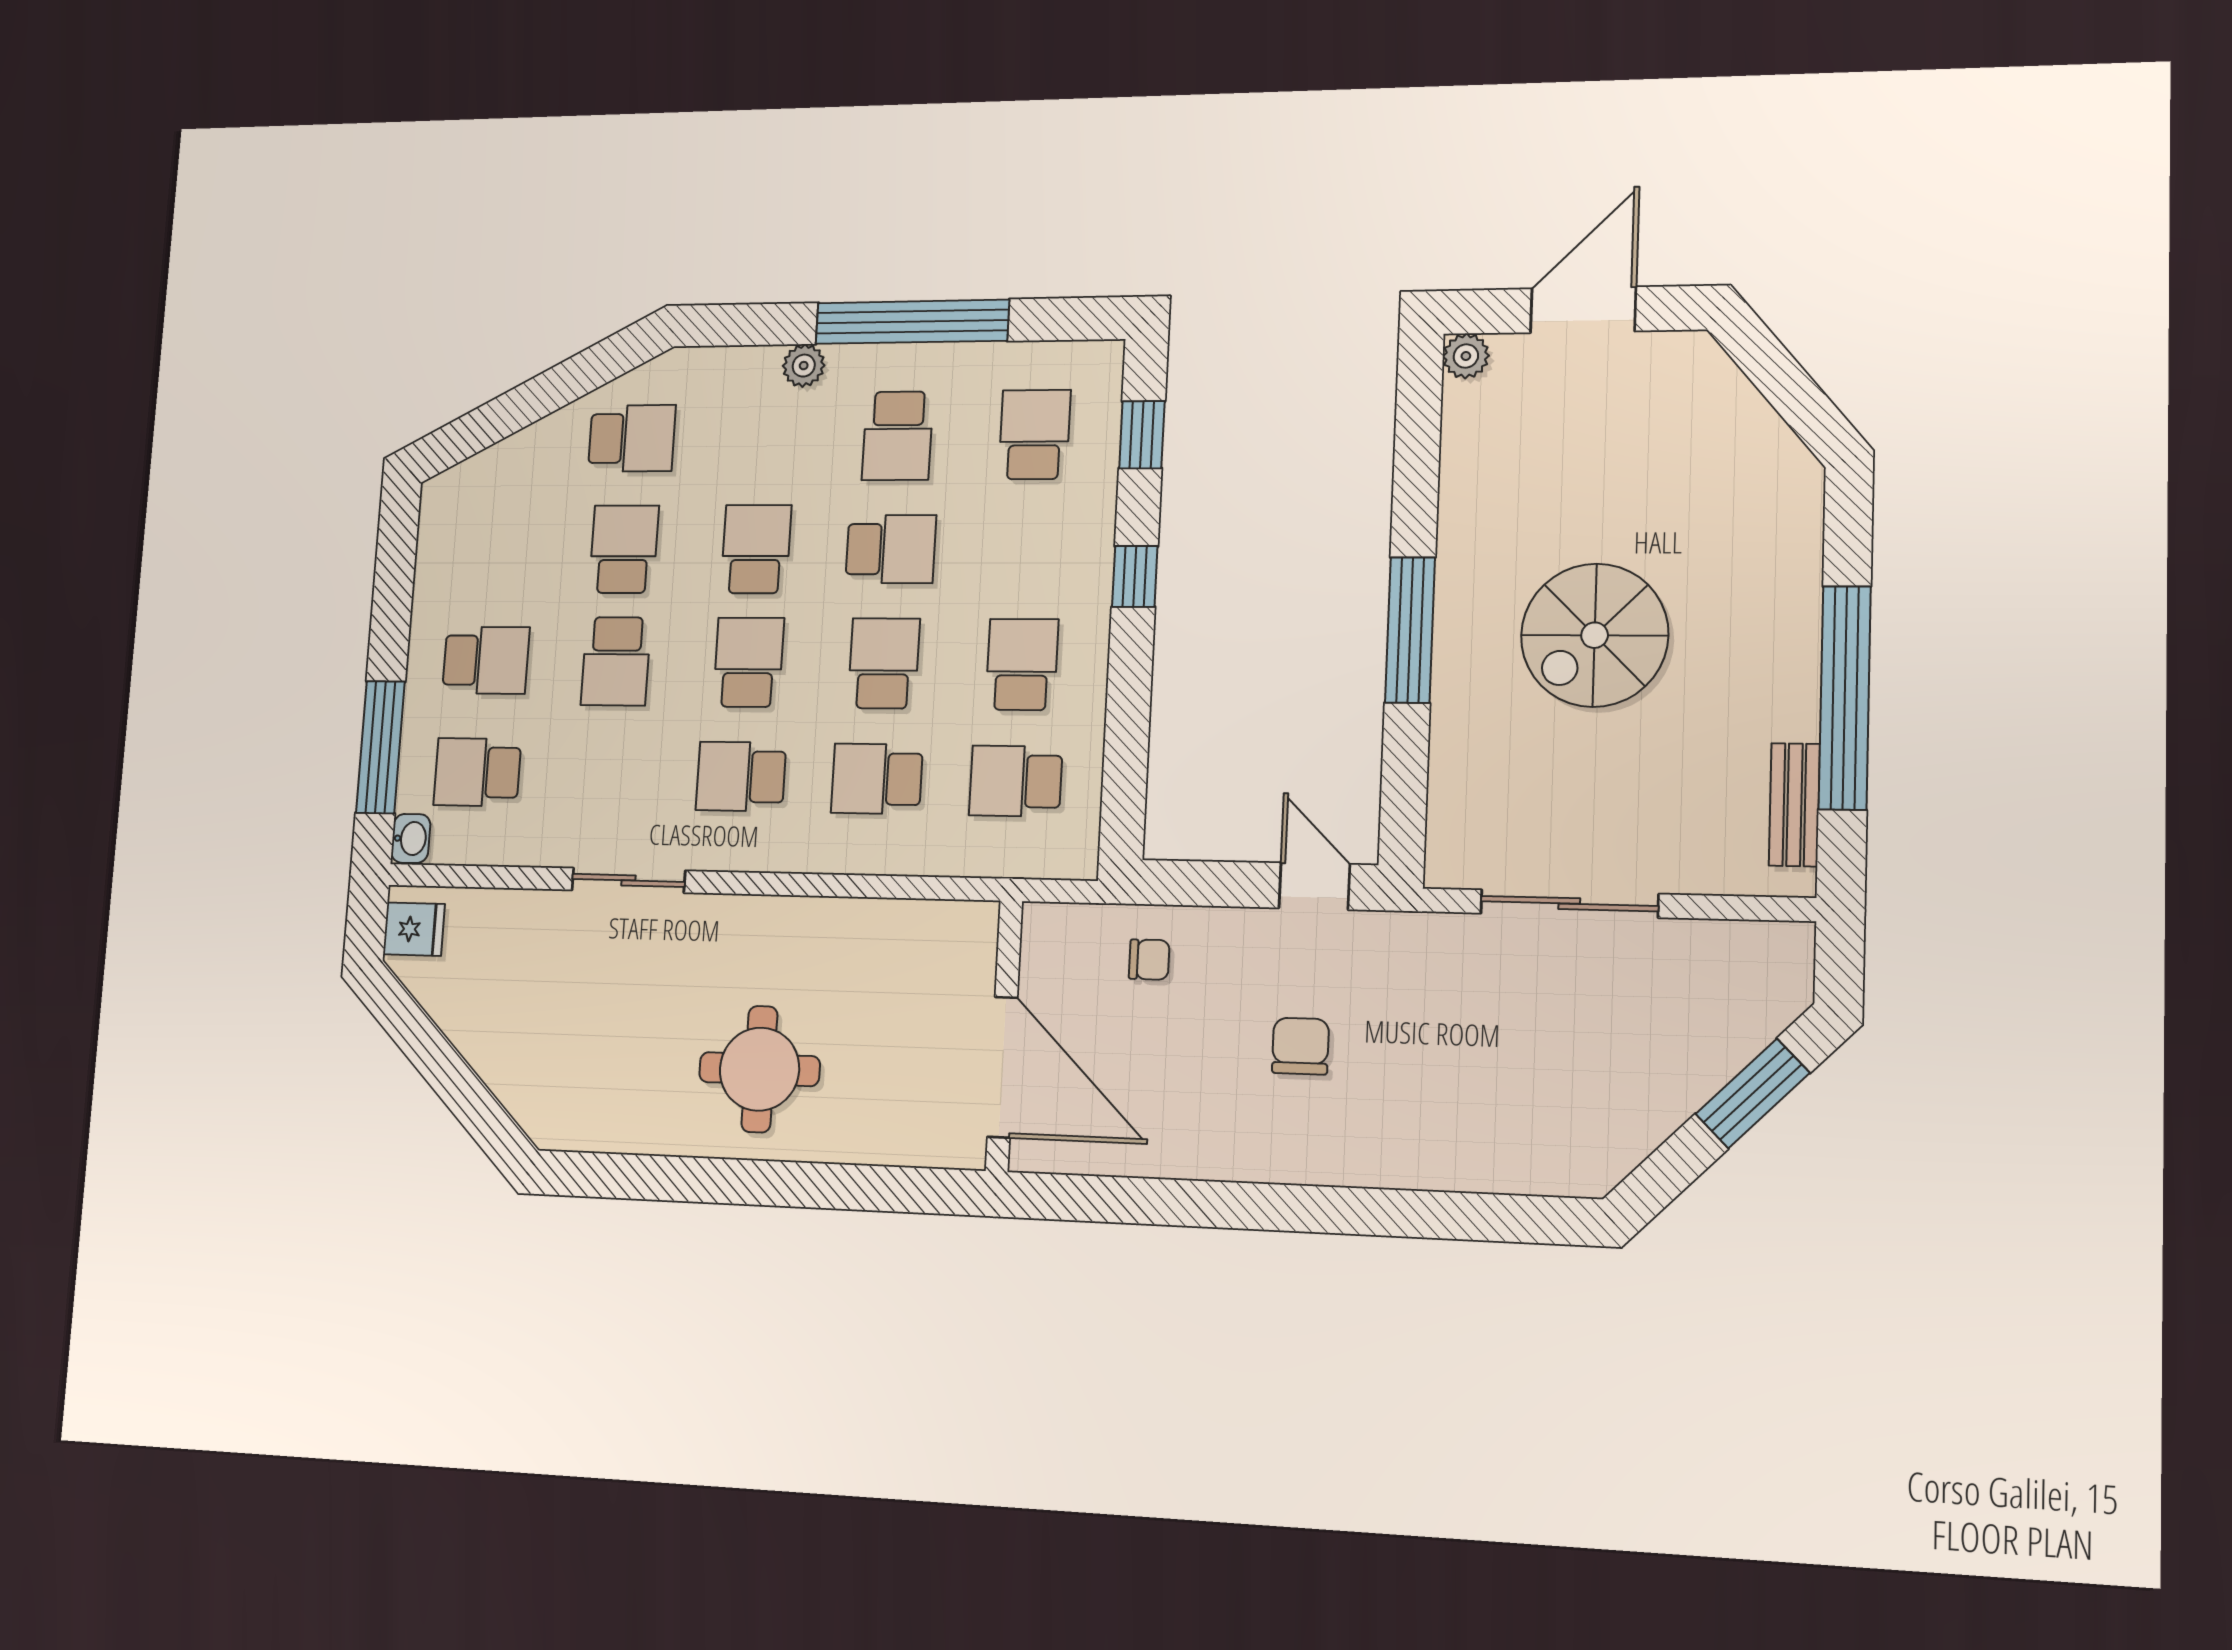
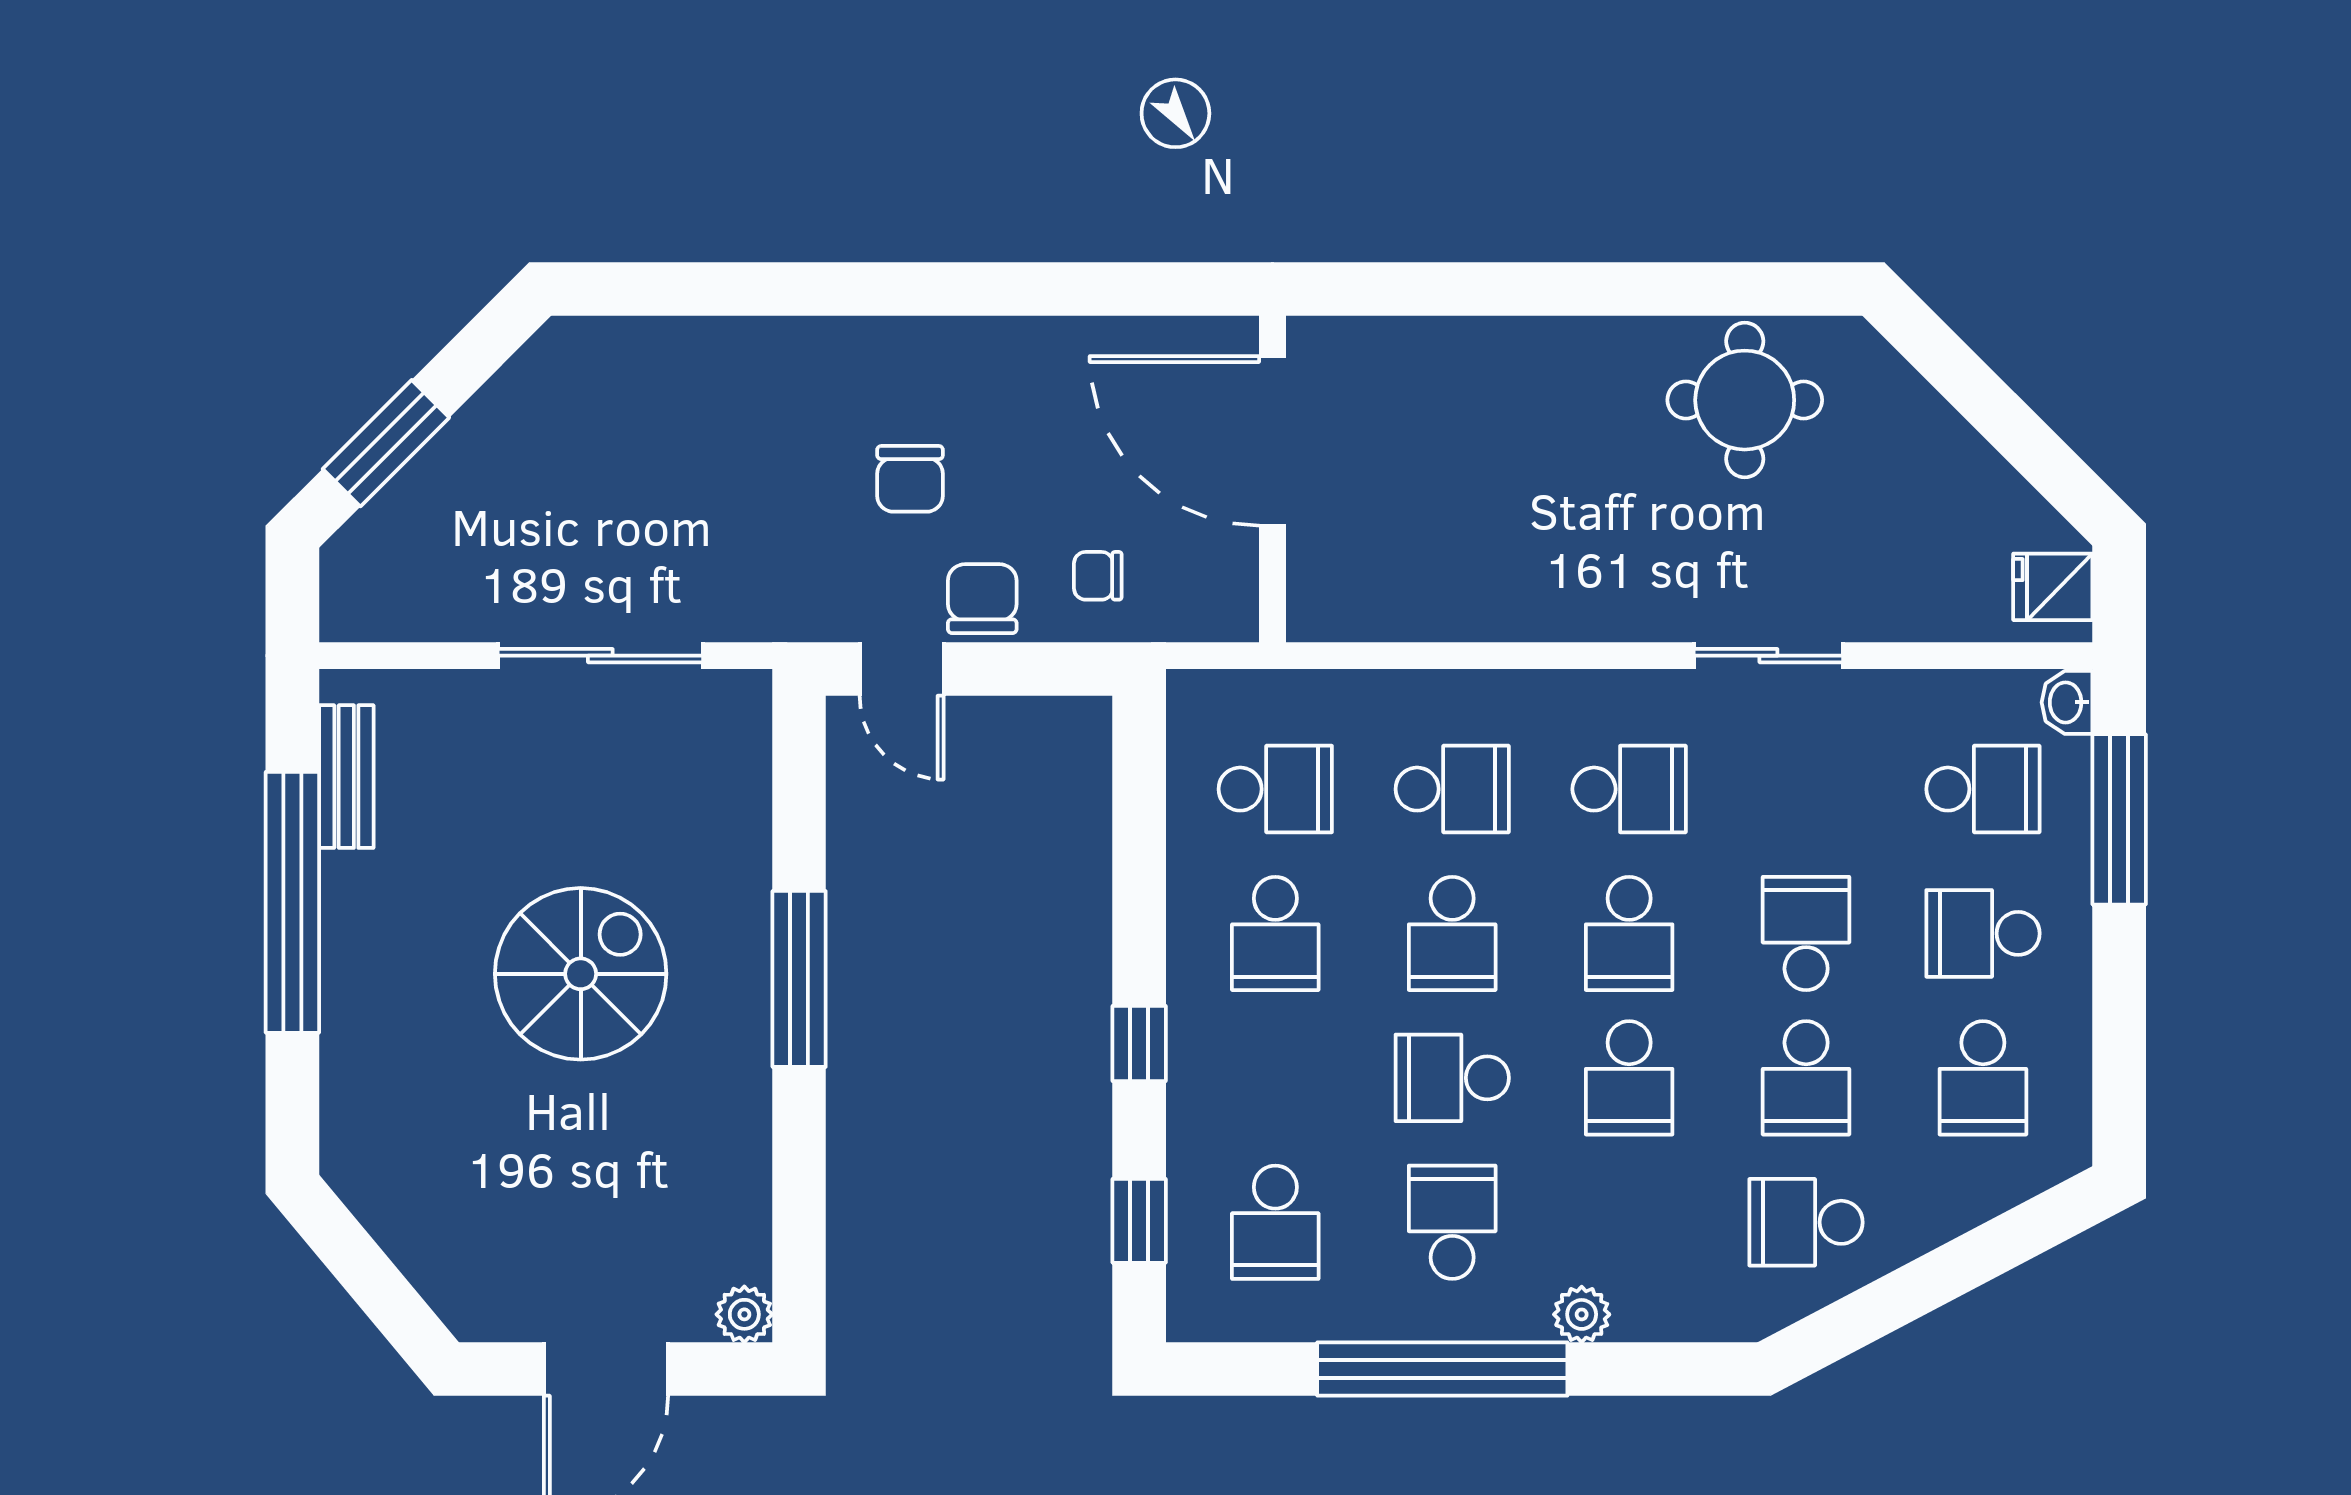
school desk: (494, 549) -> (1983, 1078), added
chair: (1245, 943) -> (982, 599), added
round table: (759, 1069) -> (1745, 400), moved

